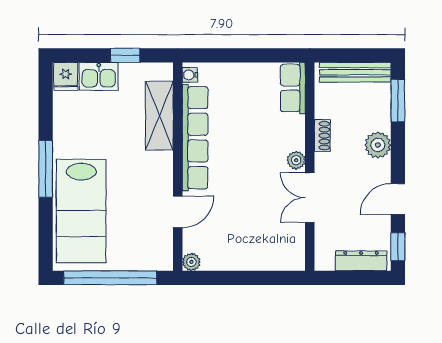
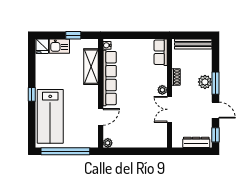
window: (398, 101) -> (215, 83), moved
window: (46, 169) -> (32, 94), width x0.46
door: (398, 199) -> (215, 110), swing flipped

